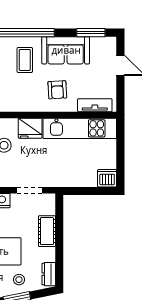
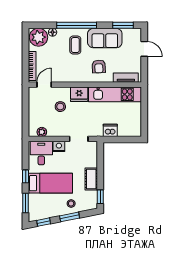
dishwasher: (107, 178) -> (110, 130), moved
cot: (47, 231) -> (91, 179), moved
window: (59, 270) -> (100, 197), added
dresser: (49, 274) -> (93, 200), removed

